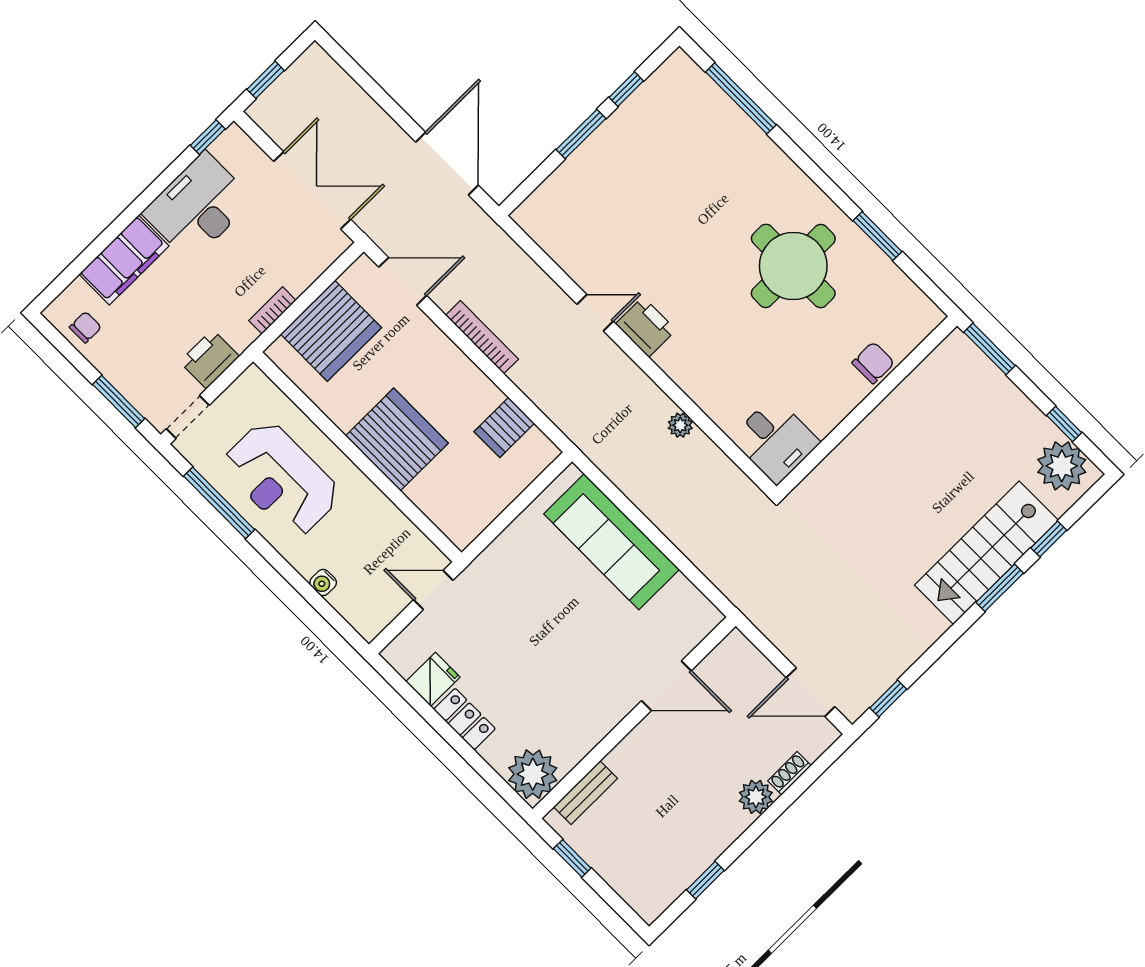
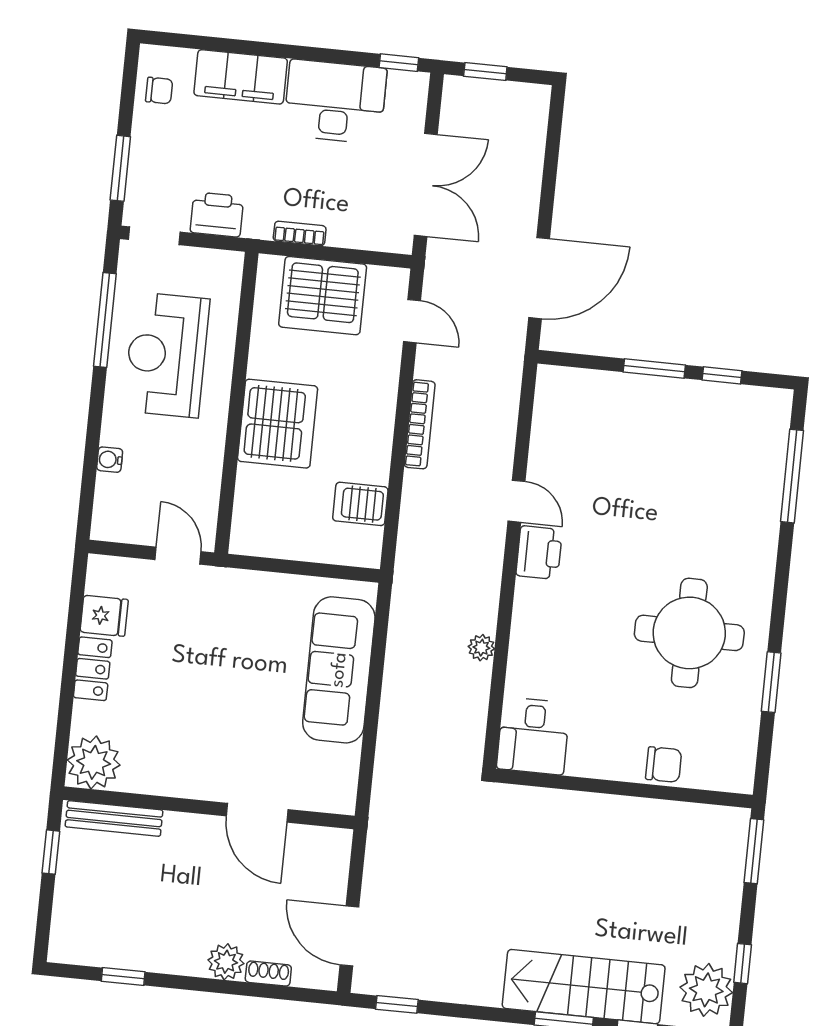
door: (403, 281) -> (412, 321), width x0.73
bench: (585, 793) -> (114, 818), width x1.36

